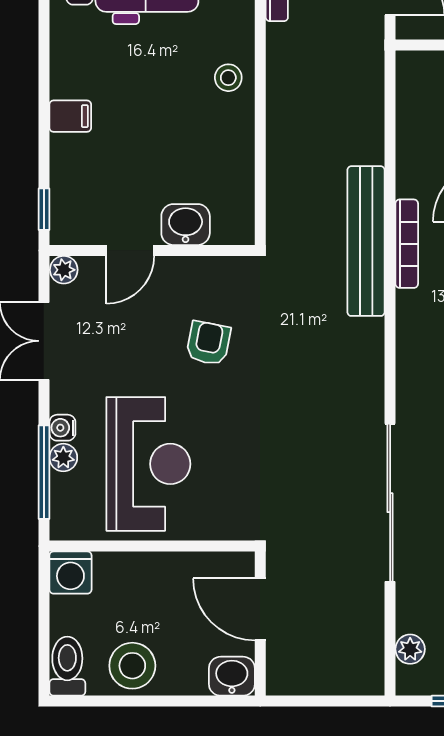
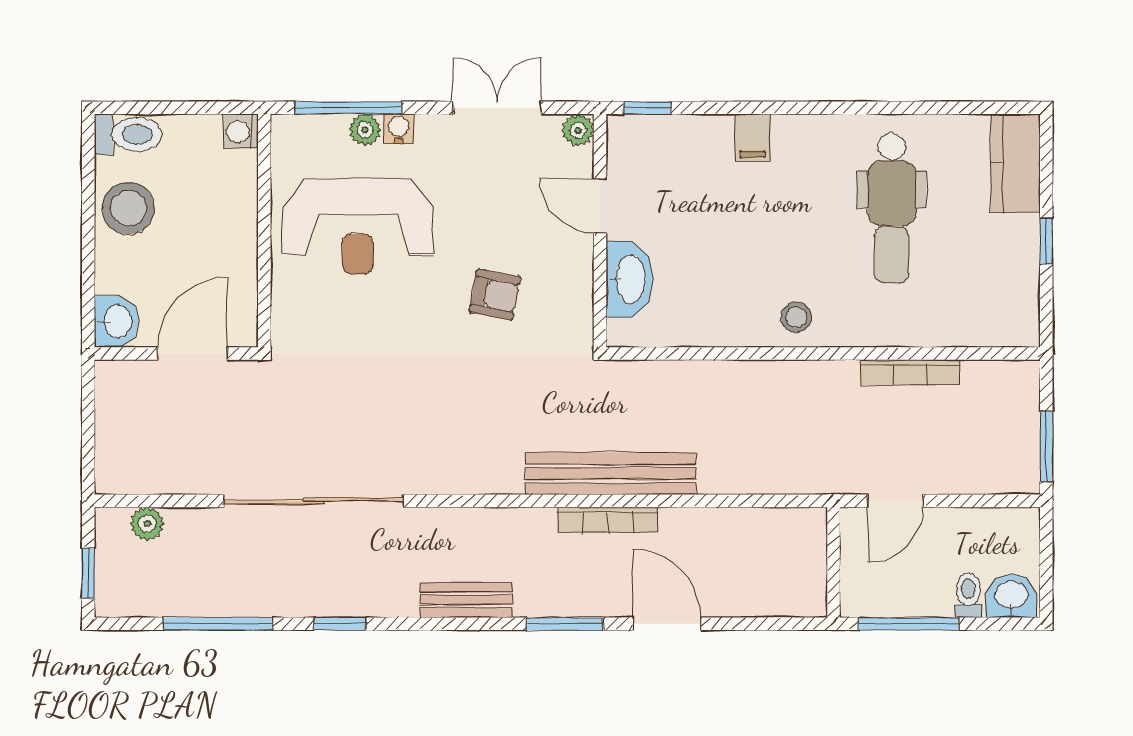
washbasin: (186, 225) -> (630, 279), width x1.38
washing machine: (70, 573) -> (241, 131), width x0.73, depth x0.73

